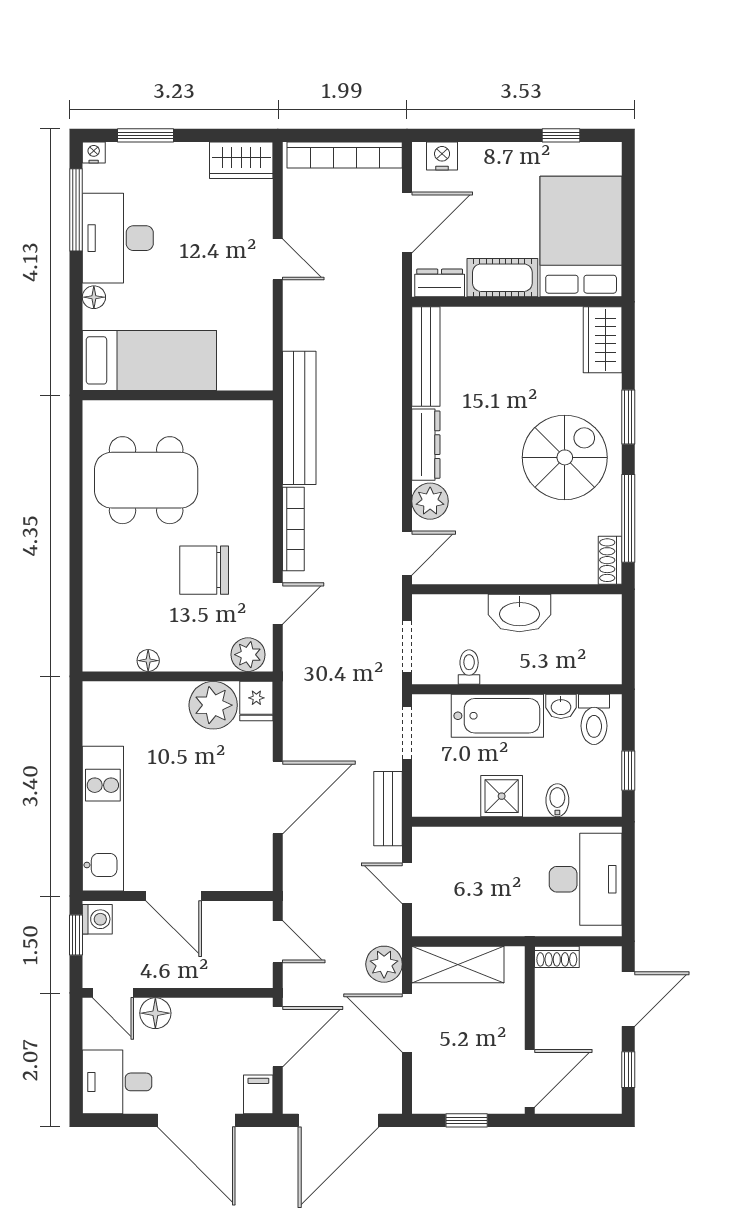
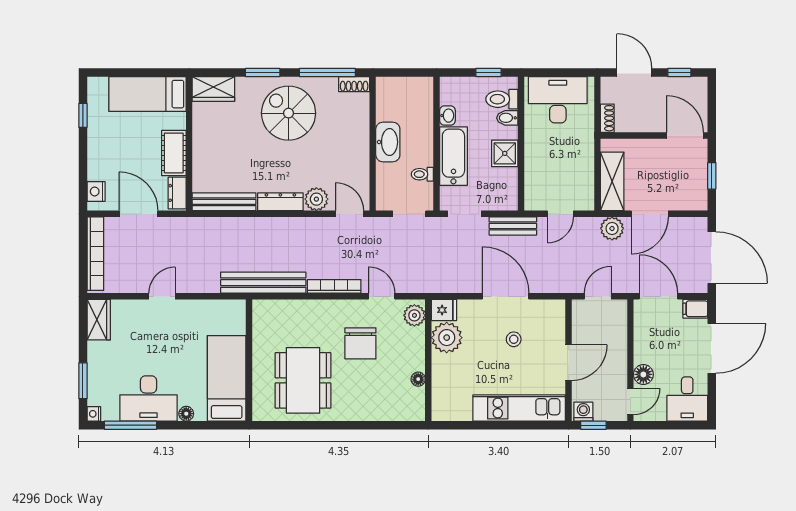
bed: (581, 237) -> (147, 94), width x0.67
toilet: (594, 719) -> (502, 99), moved, turned 180
stool: (211, 810) -> (514, 339), added

